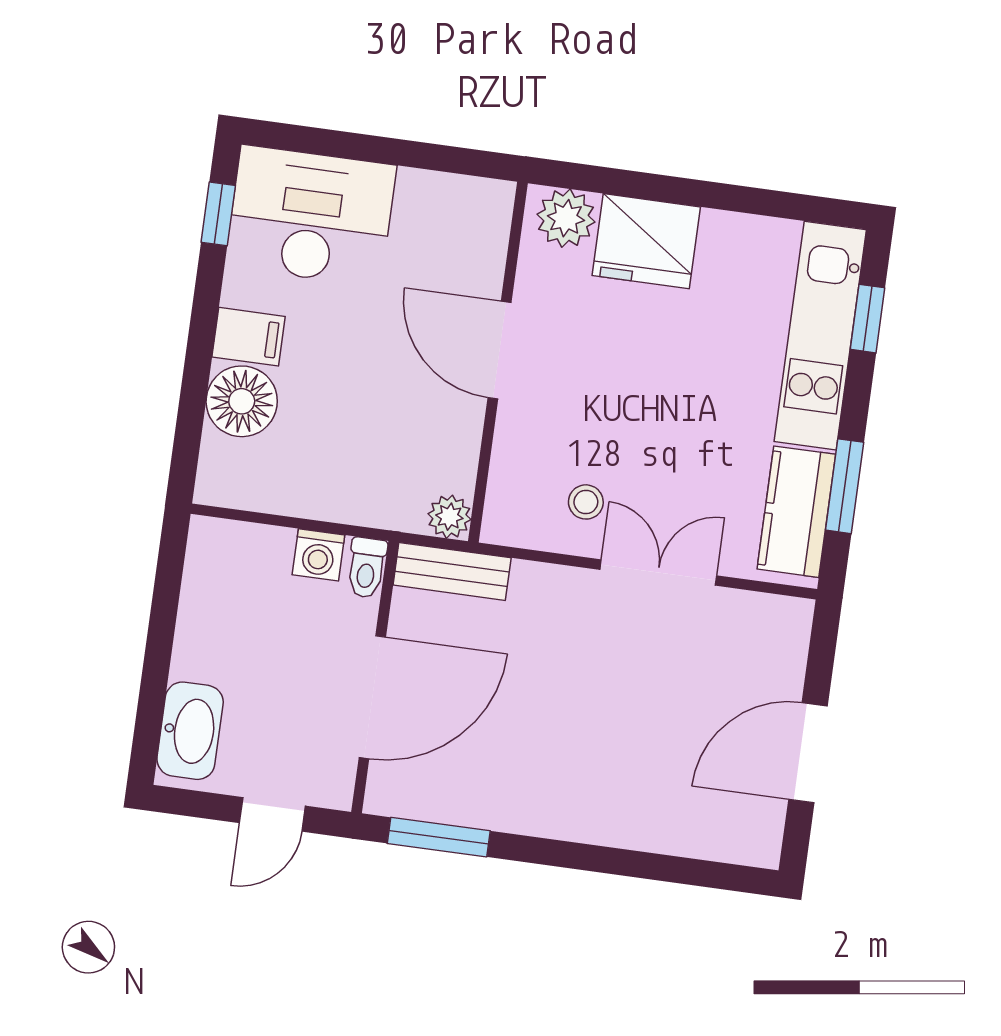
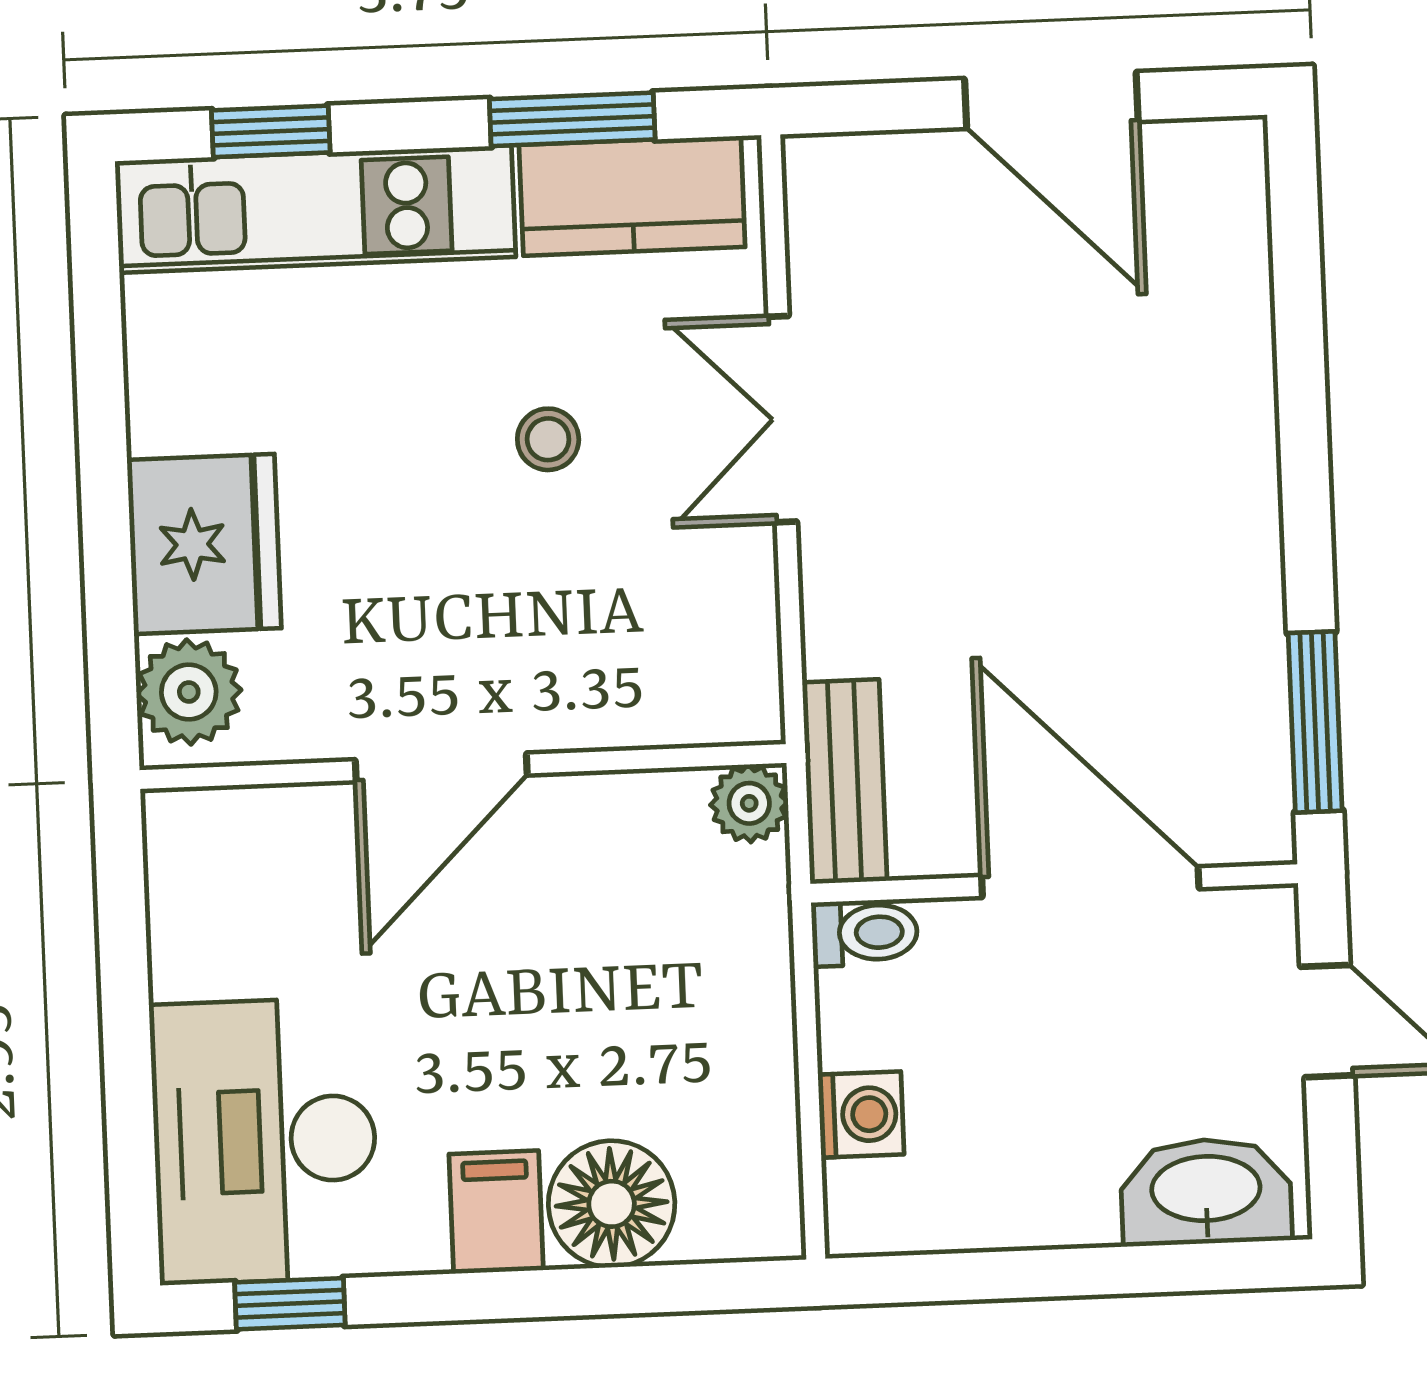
stool: (586, 502) -> (548, 439), moved
washing machine: (318, 555) -> (861, 1115), moved

